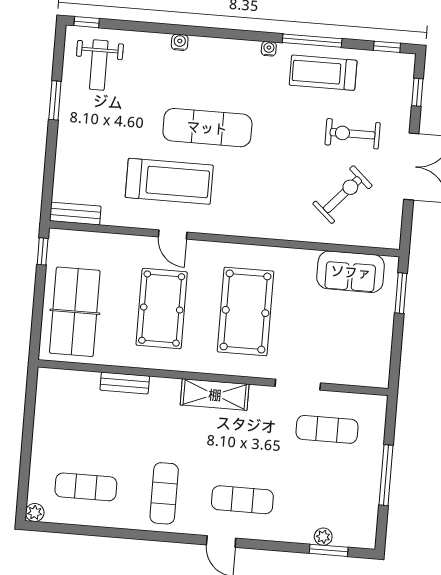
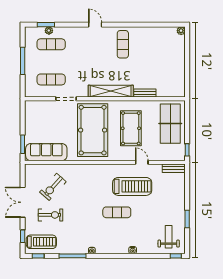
treadmill: (323, 73) -> (41, 242), moved
exercise mat: (207, 128) -> (117, 212), width x0.73, depth x0.69
treadmill: (169, 181) -> (132, 186), turned 180
door: (173, 234) -> (142, 162), moved
sofa: (351, 272) -> (46, 152), width x1.36
pool table: (246, 311) -> (93, 130), width x1.36, depth x1.32
shelving: (215, 395) -> (111, 91), width x1.47
exercise mat: (86, 487) -> (159, 44), removed
exercise mat: (242, 500) -> (51, 44), moved

